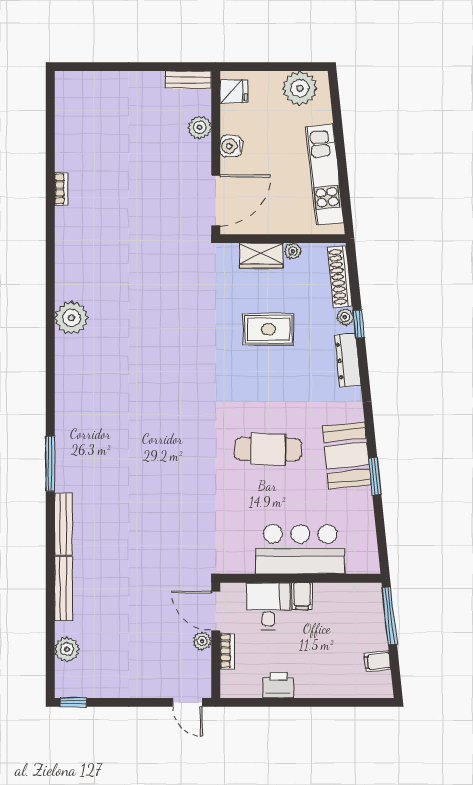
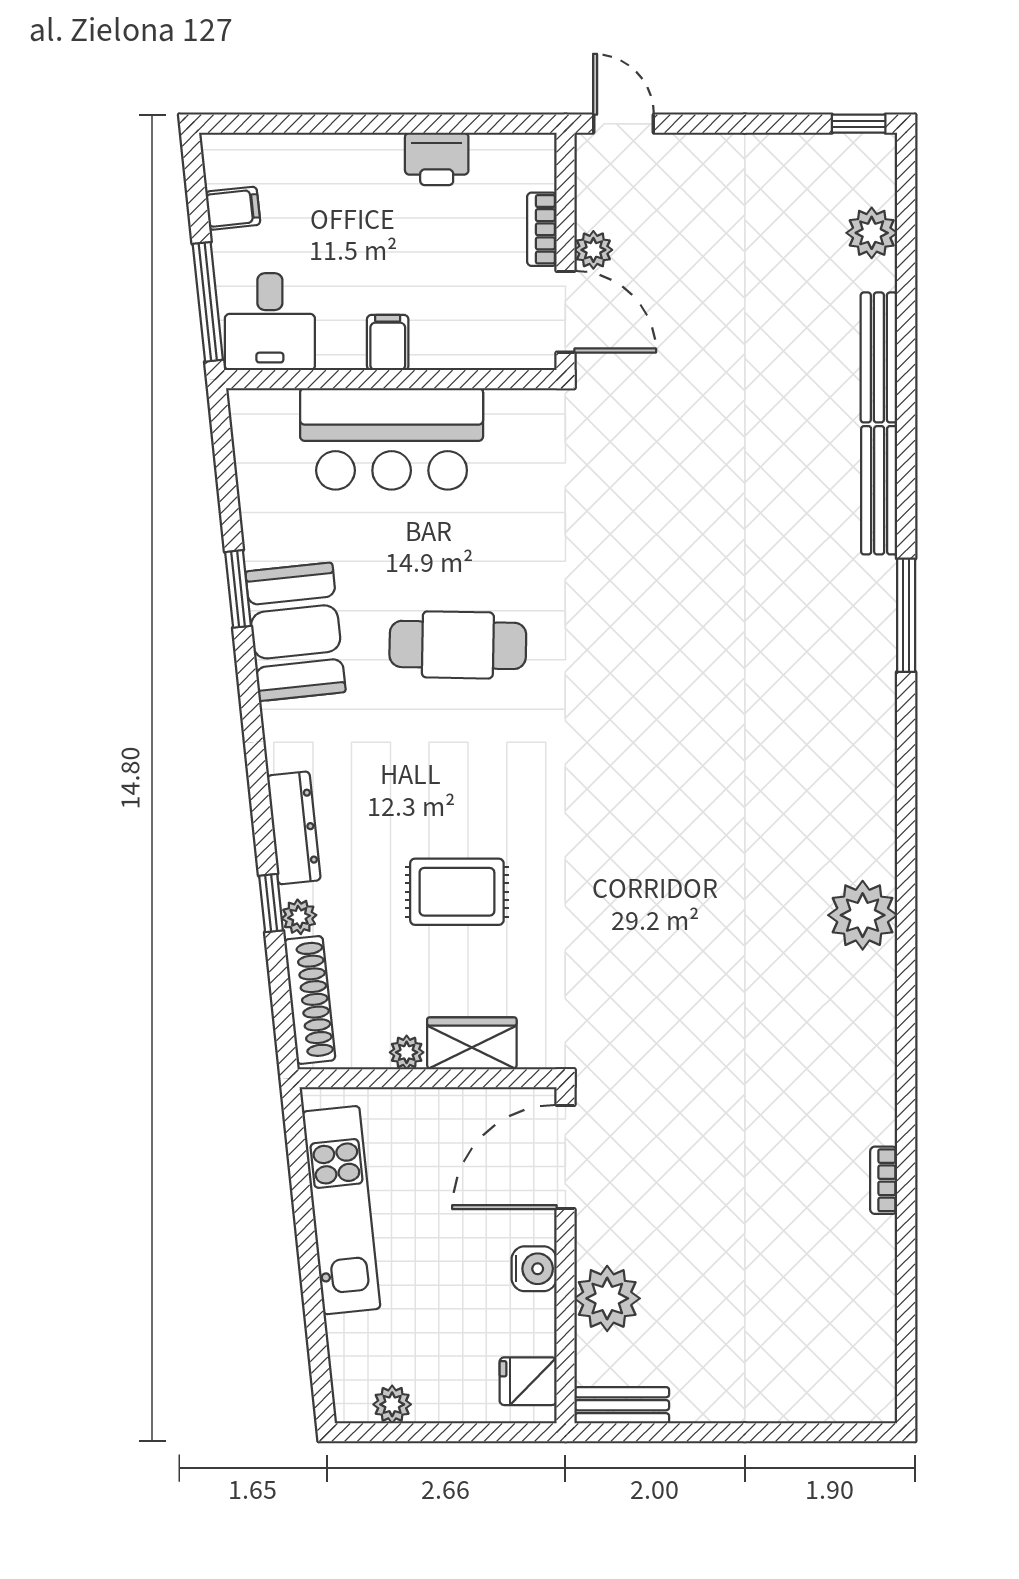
plant: (300, 88) -> (392, 1404), width x0.53, depth x0.53
plant: (200, 127) -> (607, 1298), width x1.36, depth x1.36
desk: (268, 606) -> (270, 322), moved

